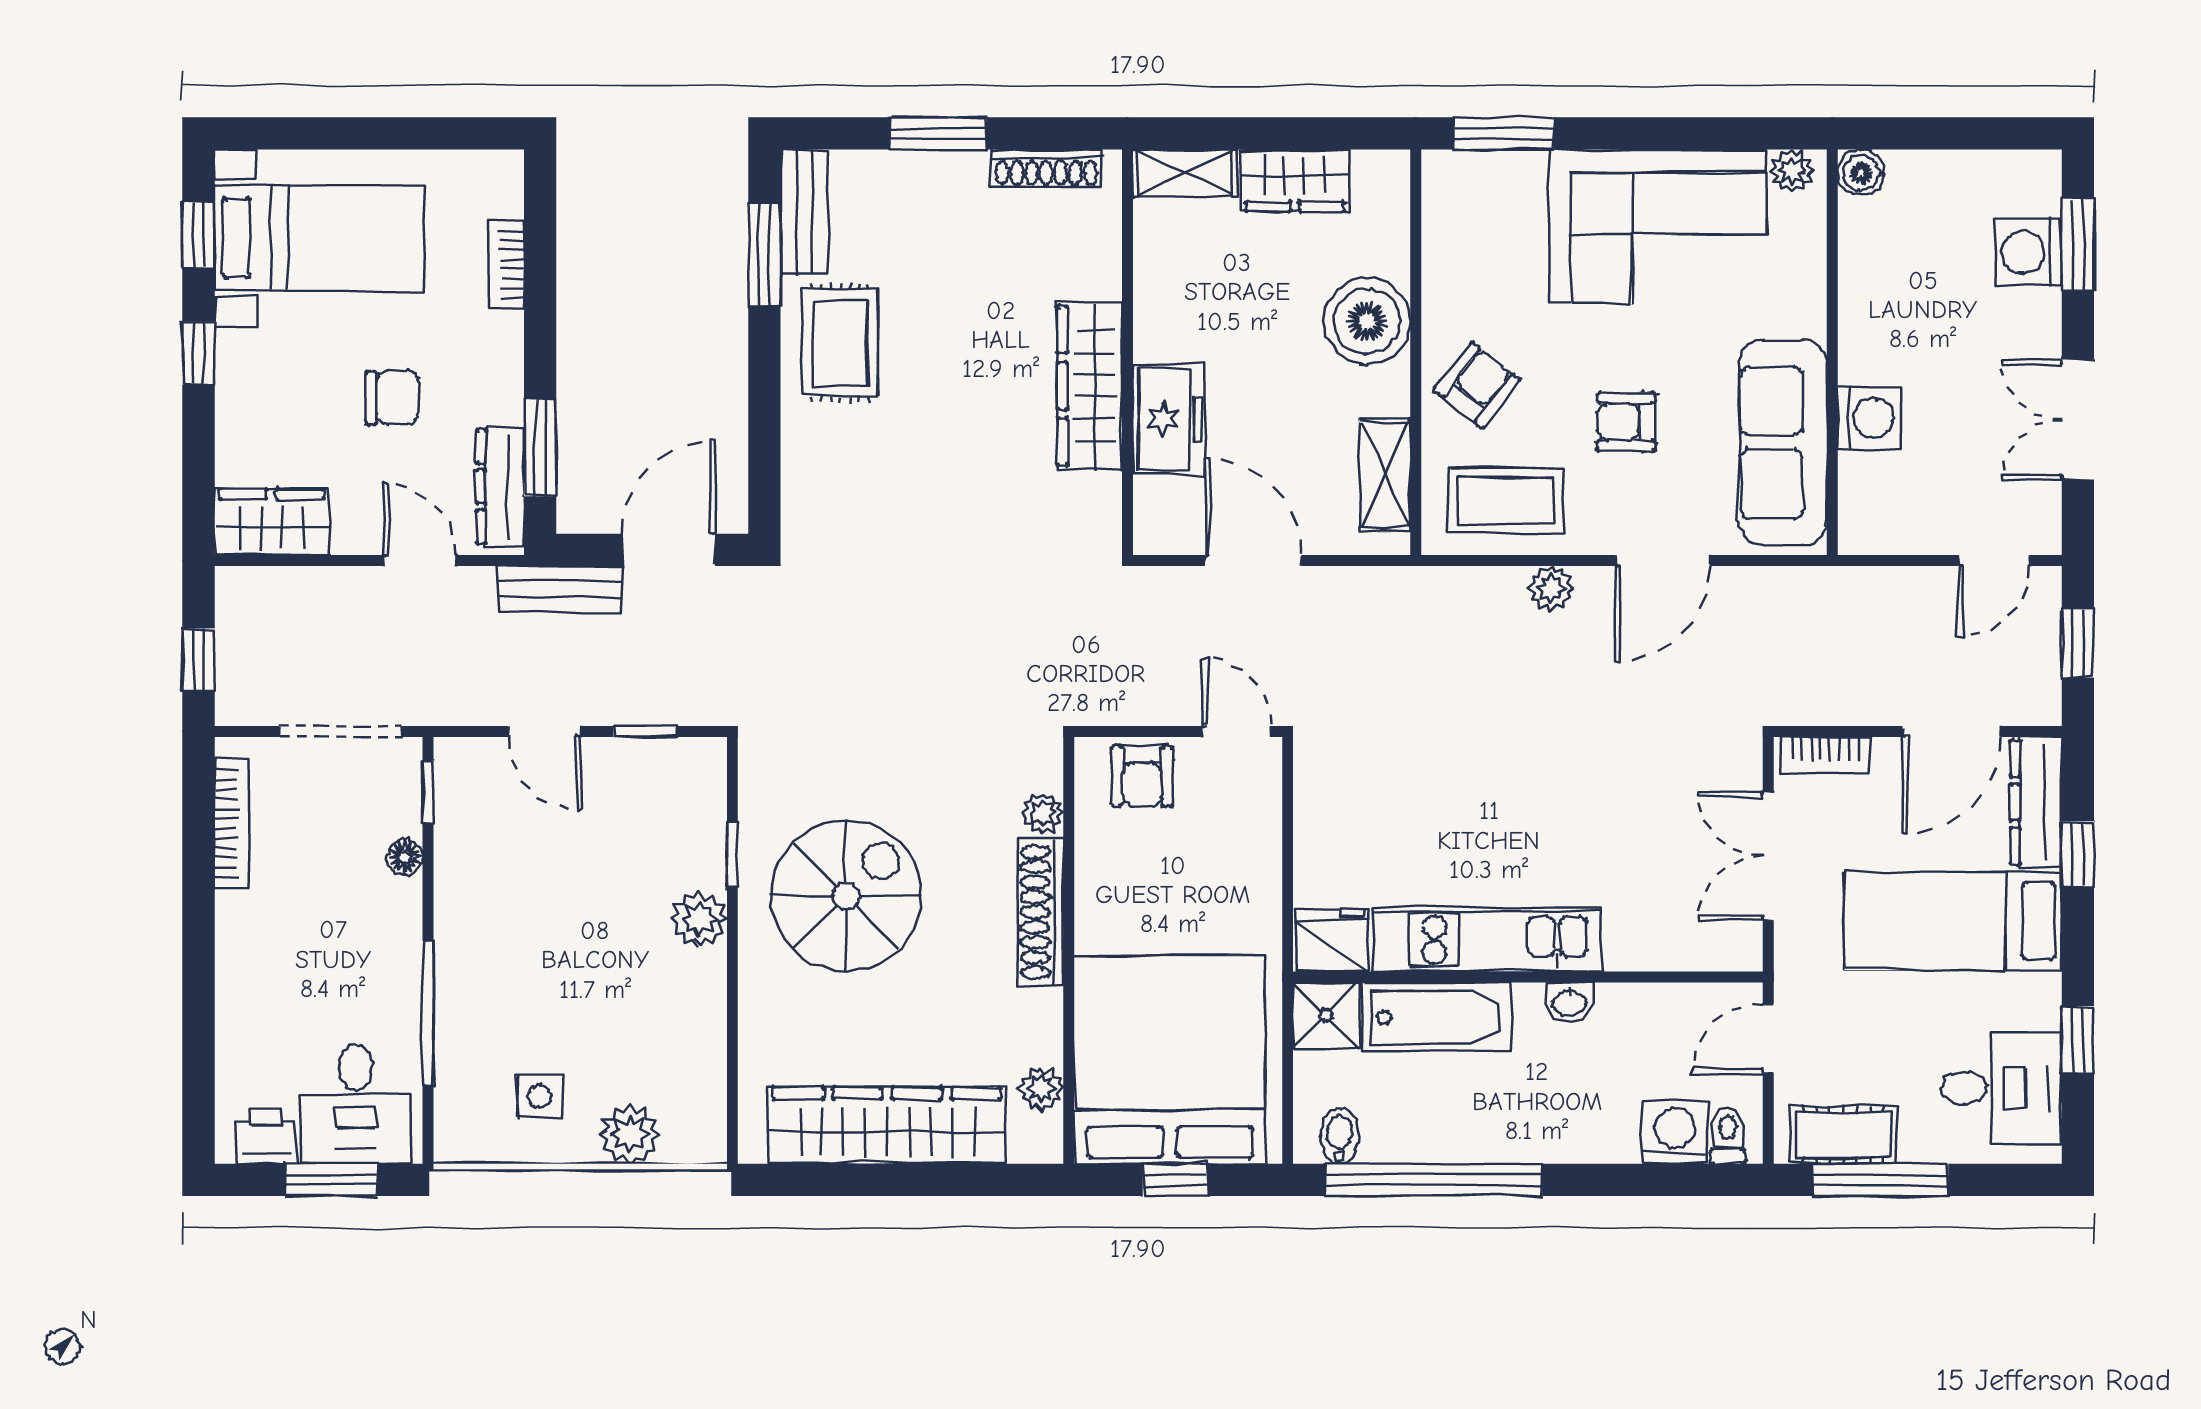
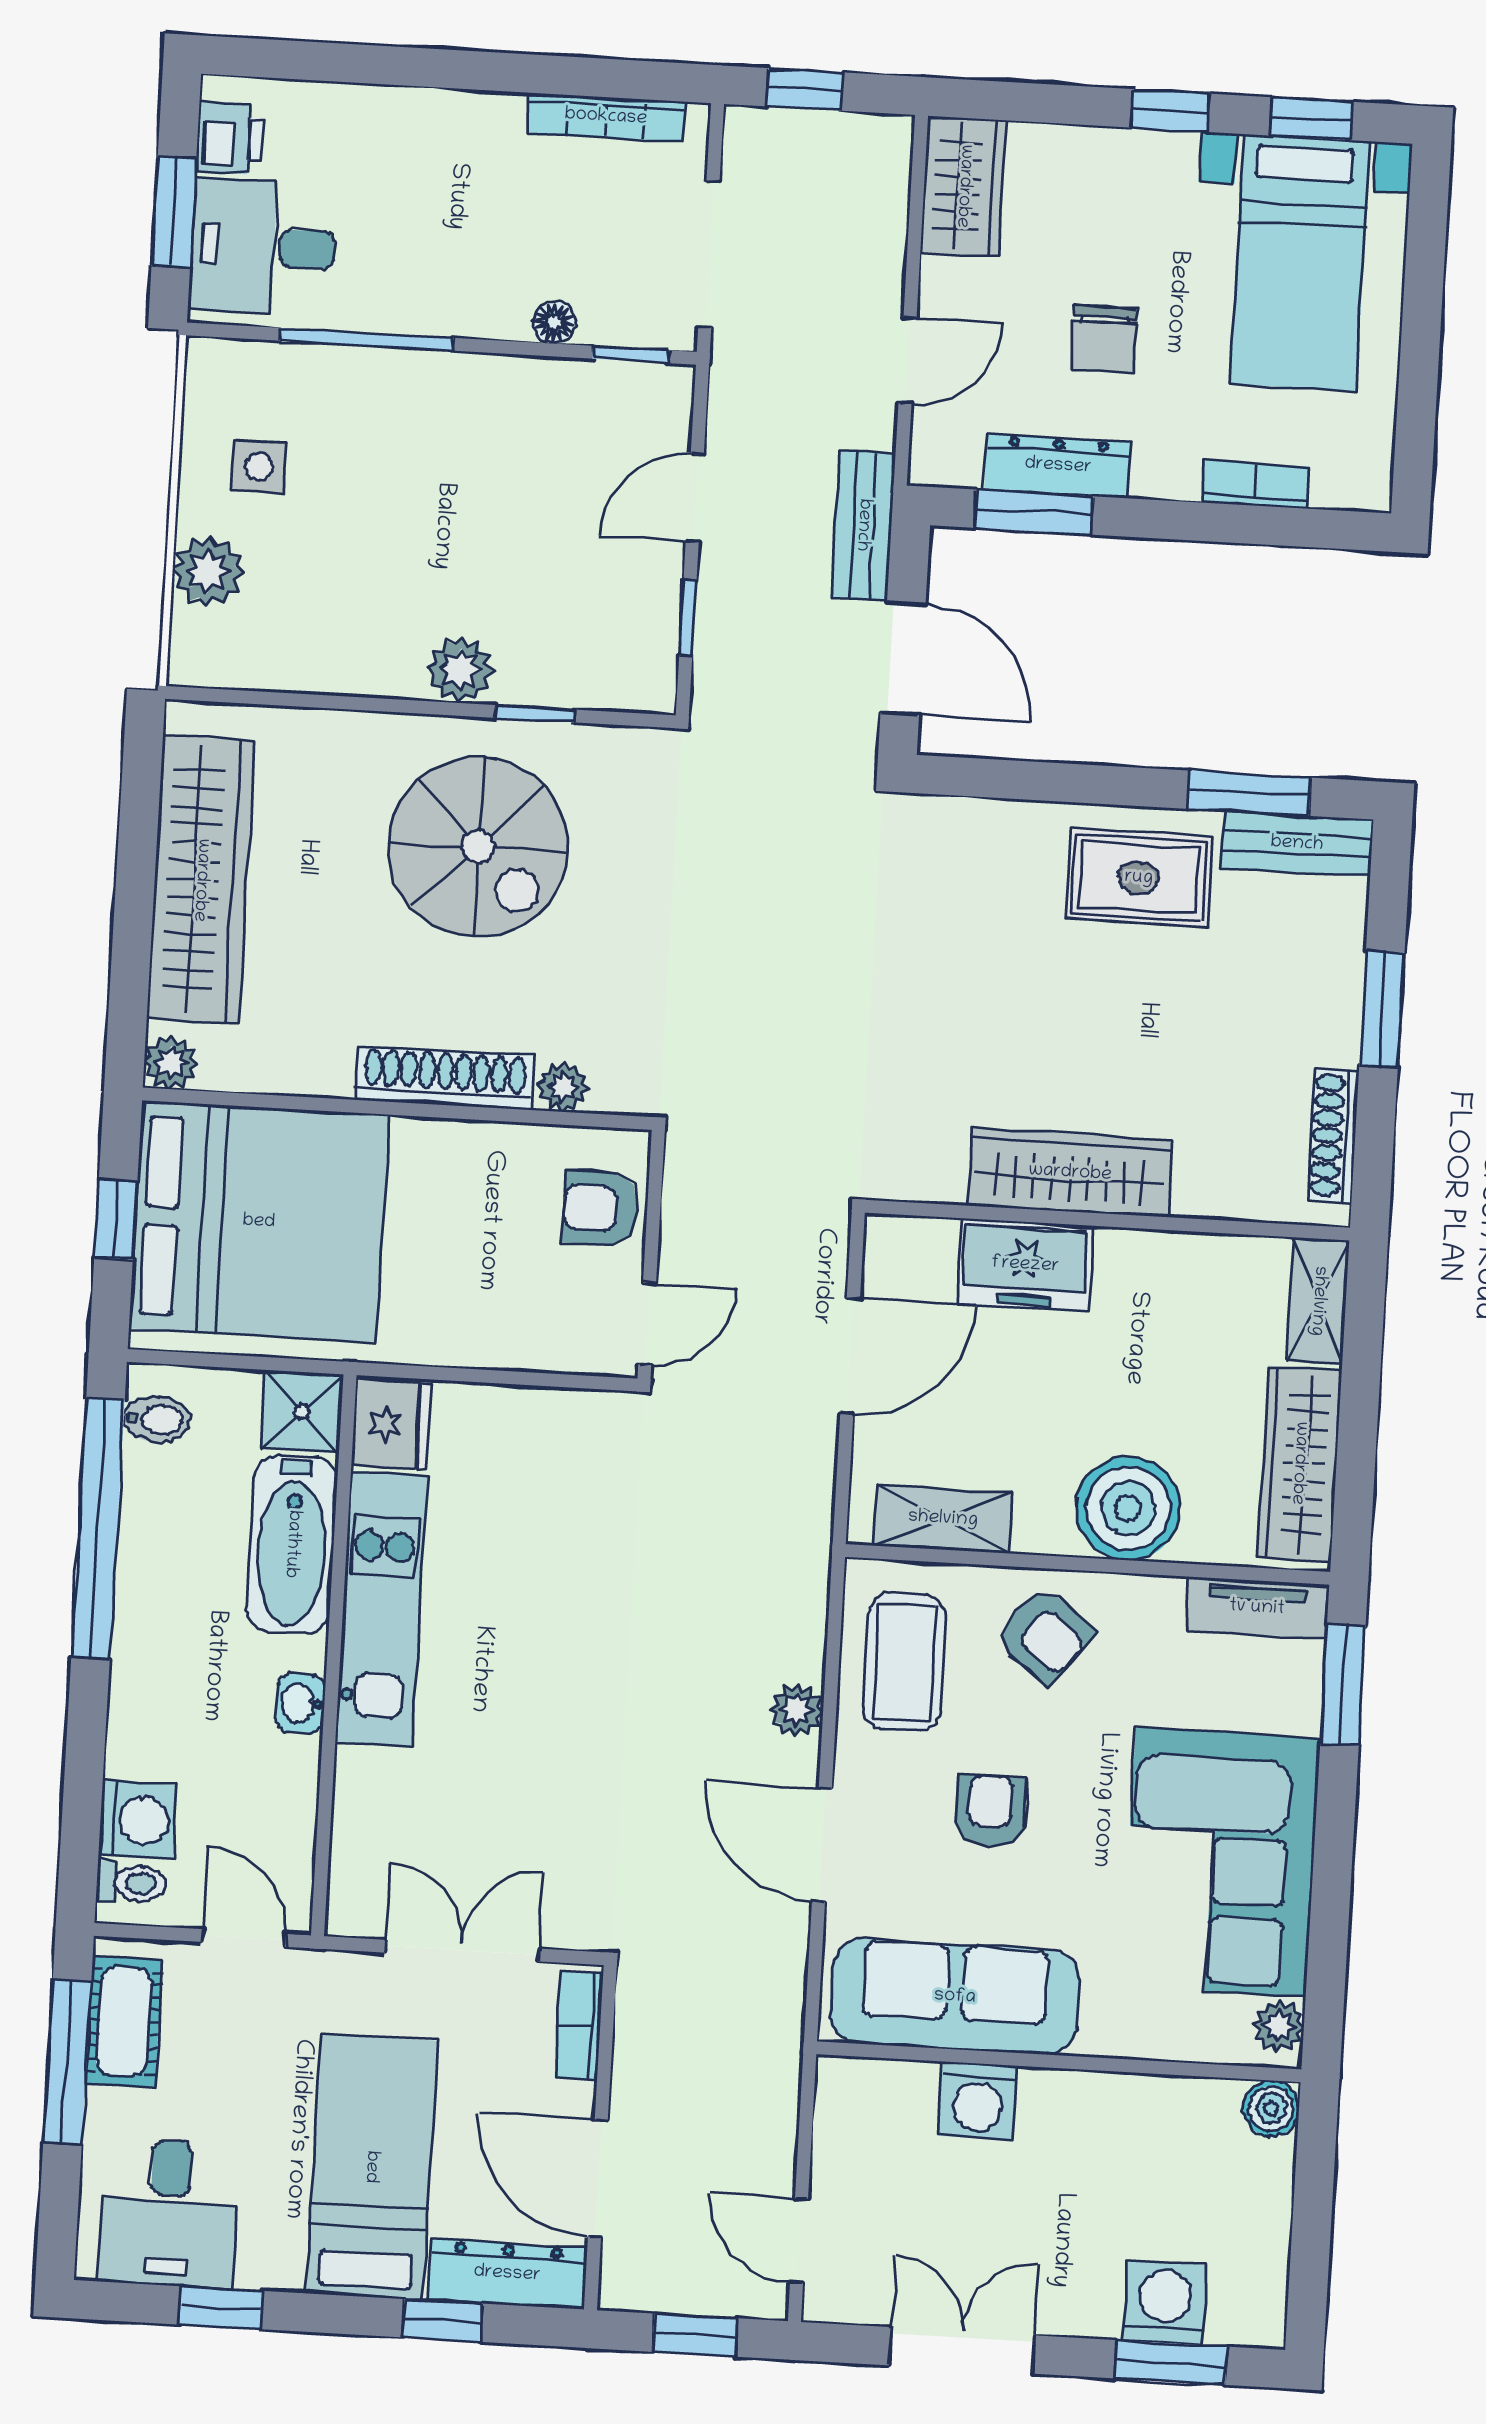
wardrobe: (1295, 180) -> (1299, 1463), width x1.50
tv unit: (1444, 209) -> (1257, 1608), added
dresser: (501, 487) -> (1058, 466), moved
plant: (1041, 1089) -> (171, 1063), moved

